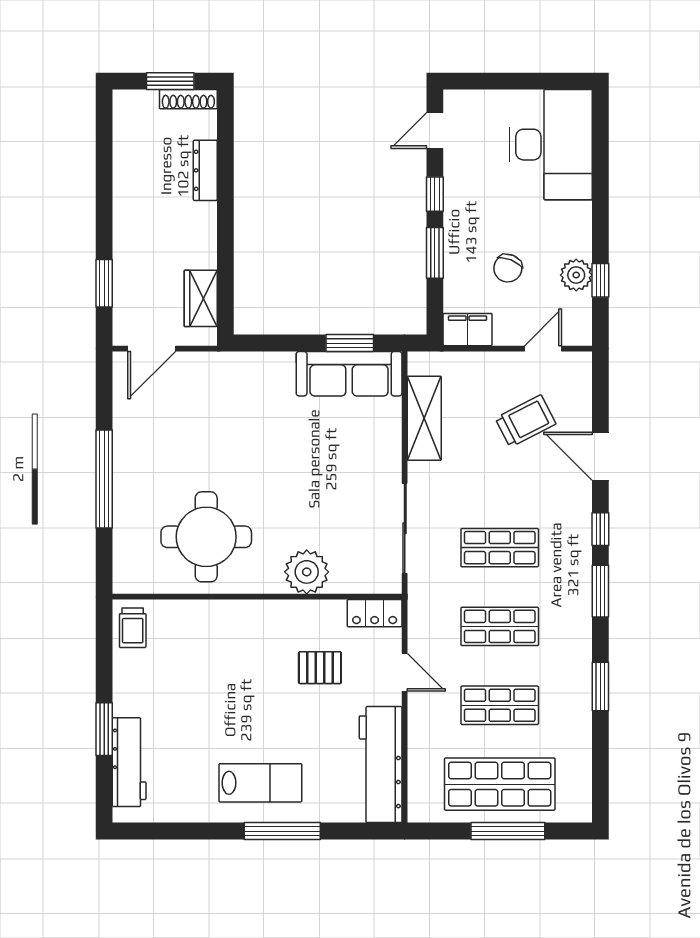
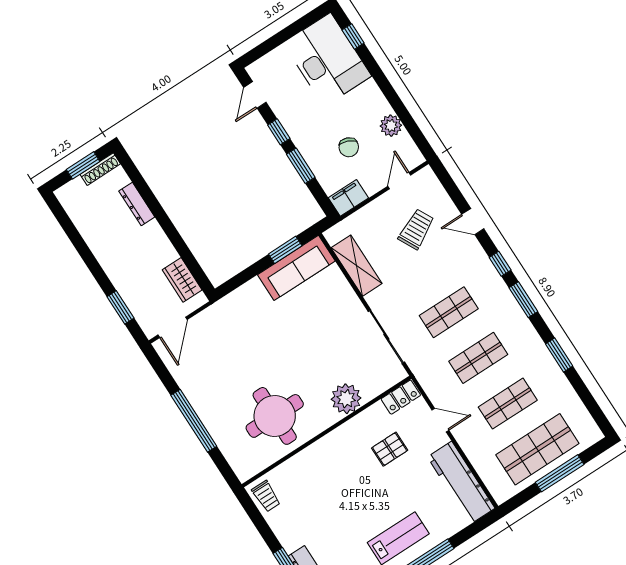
window: (600, 280) -> (353, 37), moved
door: (600, 456) -> (473, 222), width x0.73

